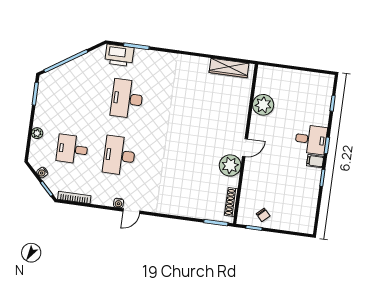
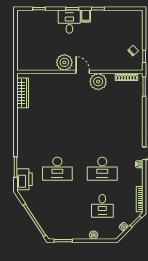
plant: (263, 105) -> (64, 62), moved

